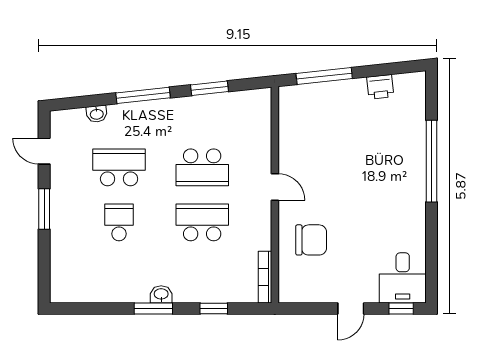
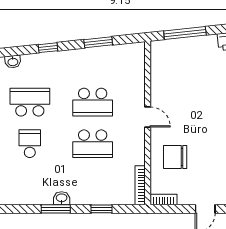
window: (143, 95) -> (48, 48), width x0.46
school desk: (202, 222) -> (93, 144), turned 180
chair: (311, 240) -> (175, 157), turned 180
bookcase: (296, 296) -> (163, 199), added

